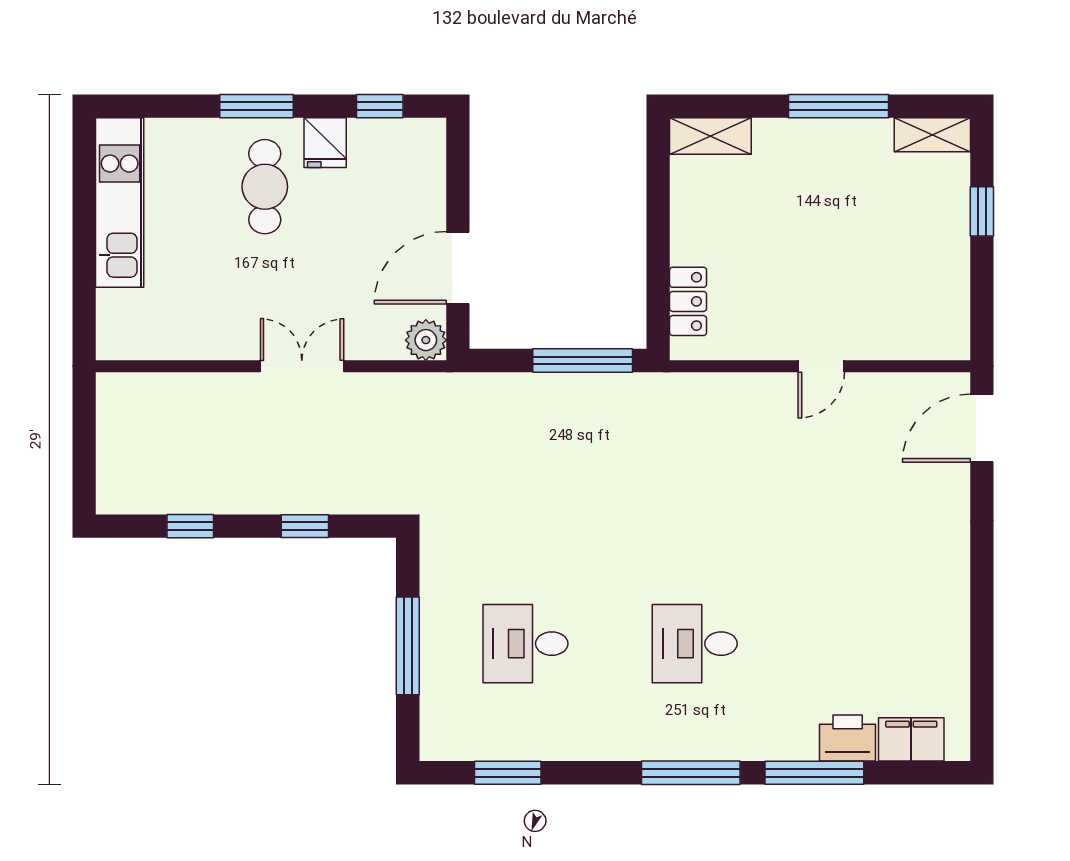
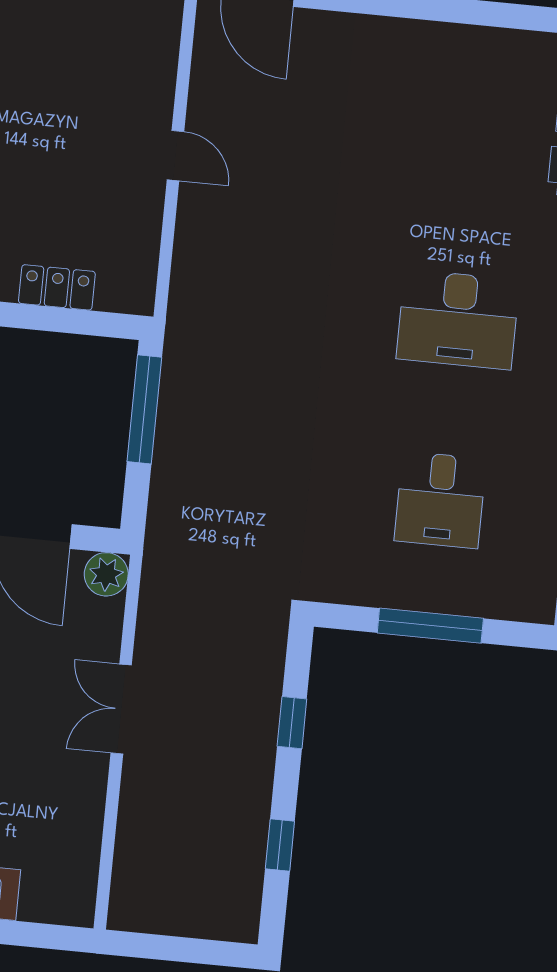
locker: (688, 301) -> (57, 287), moved
desk: (695, 644) -> (458, 319), width x1.37

